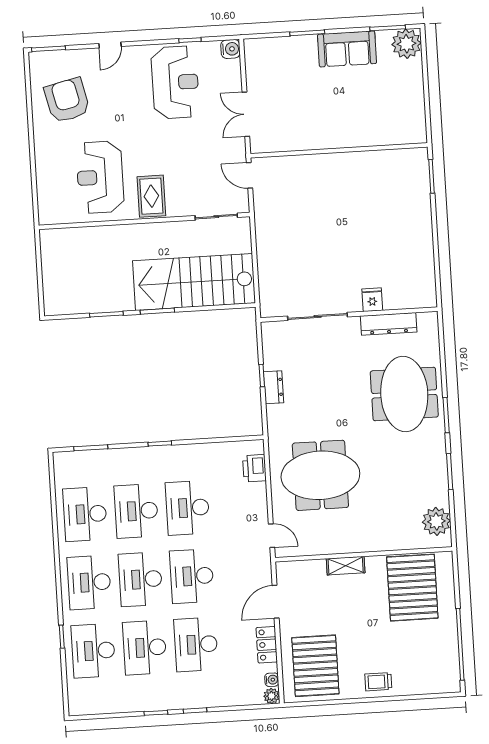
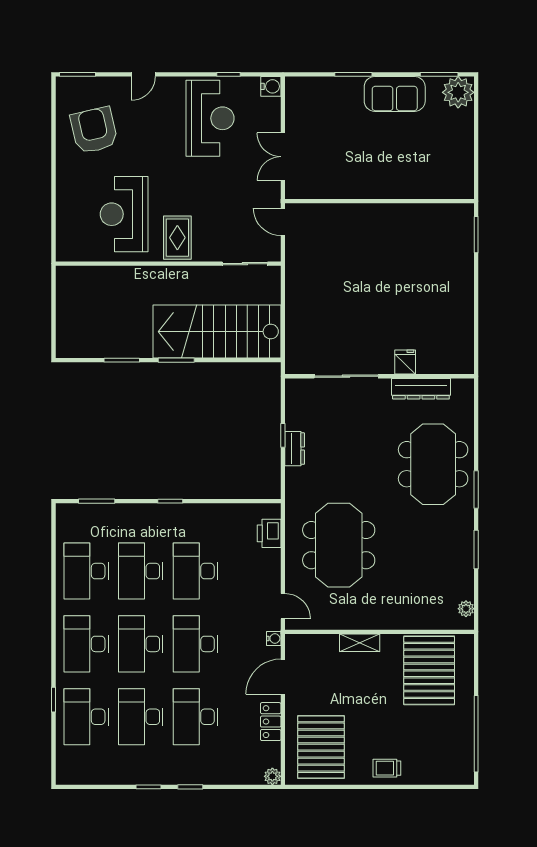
meeting table: (320, 475) -> (339, 545), turned 90
plant: (436, 521) -> (466, 609), width x0.53, depth x0.53
water cooler: (272, 680) -> (274, 639), moved

